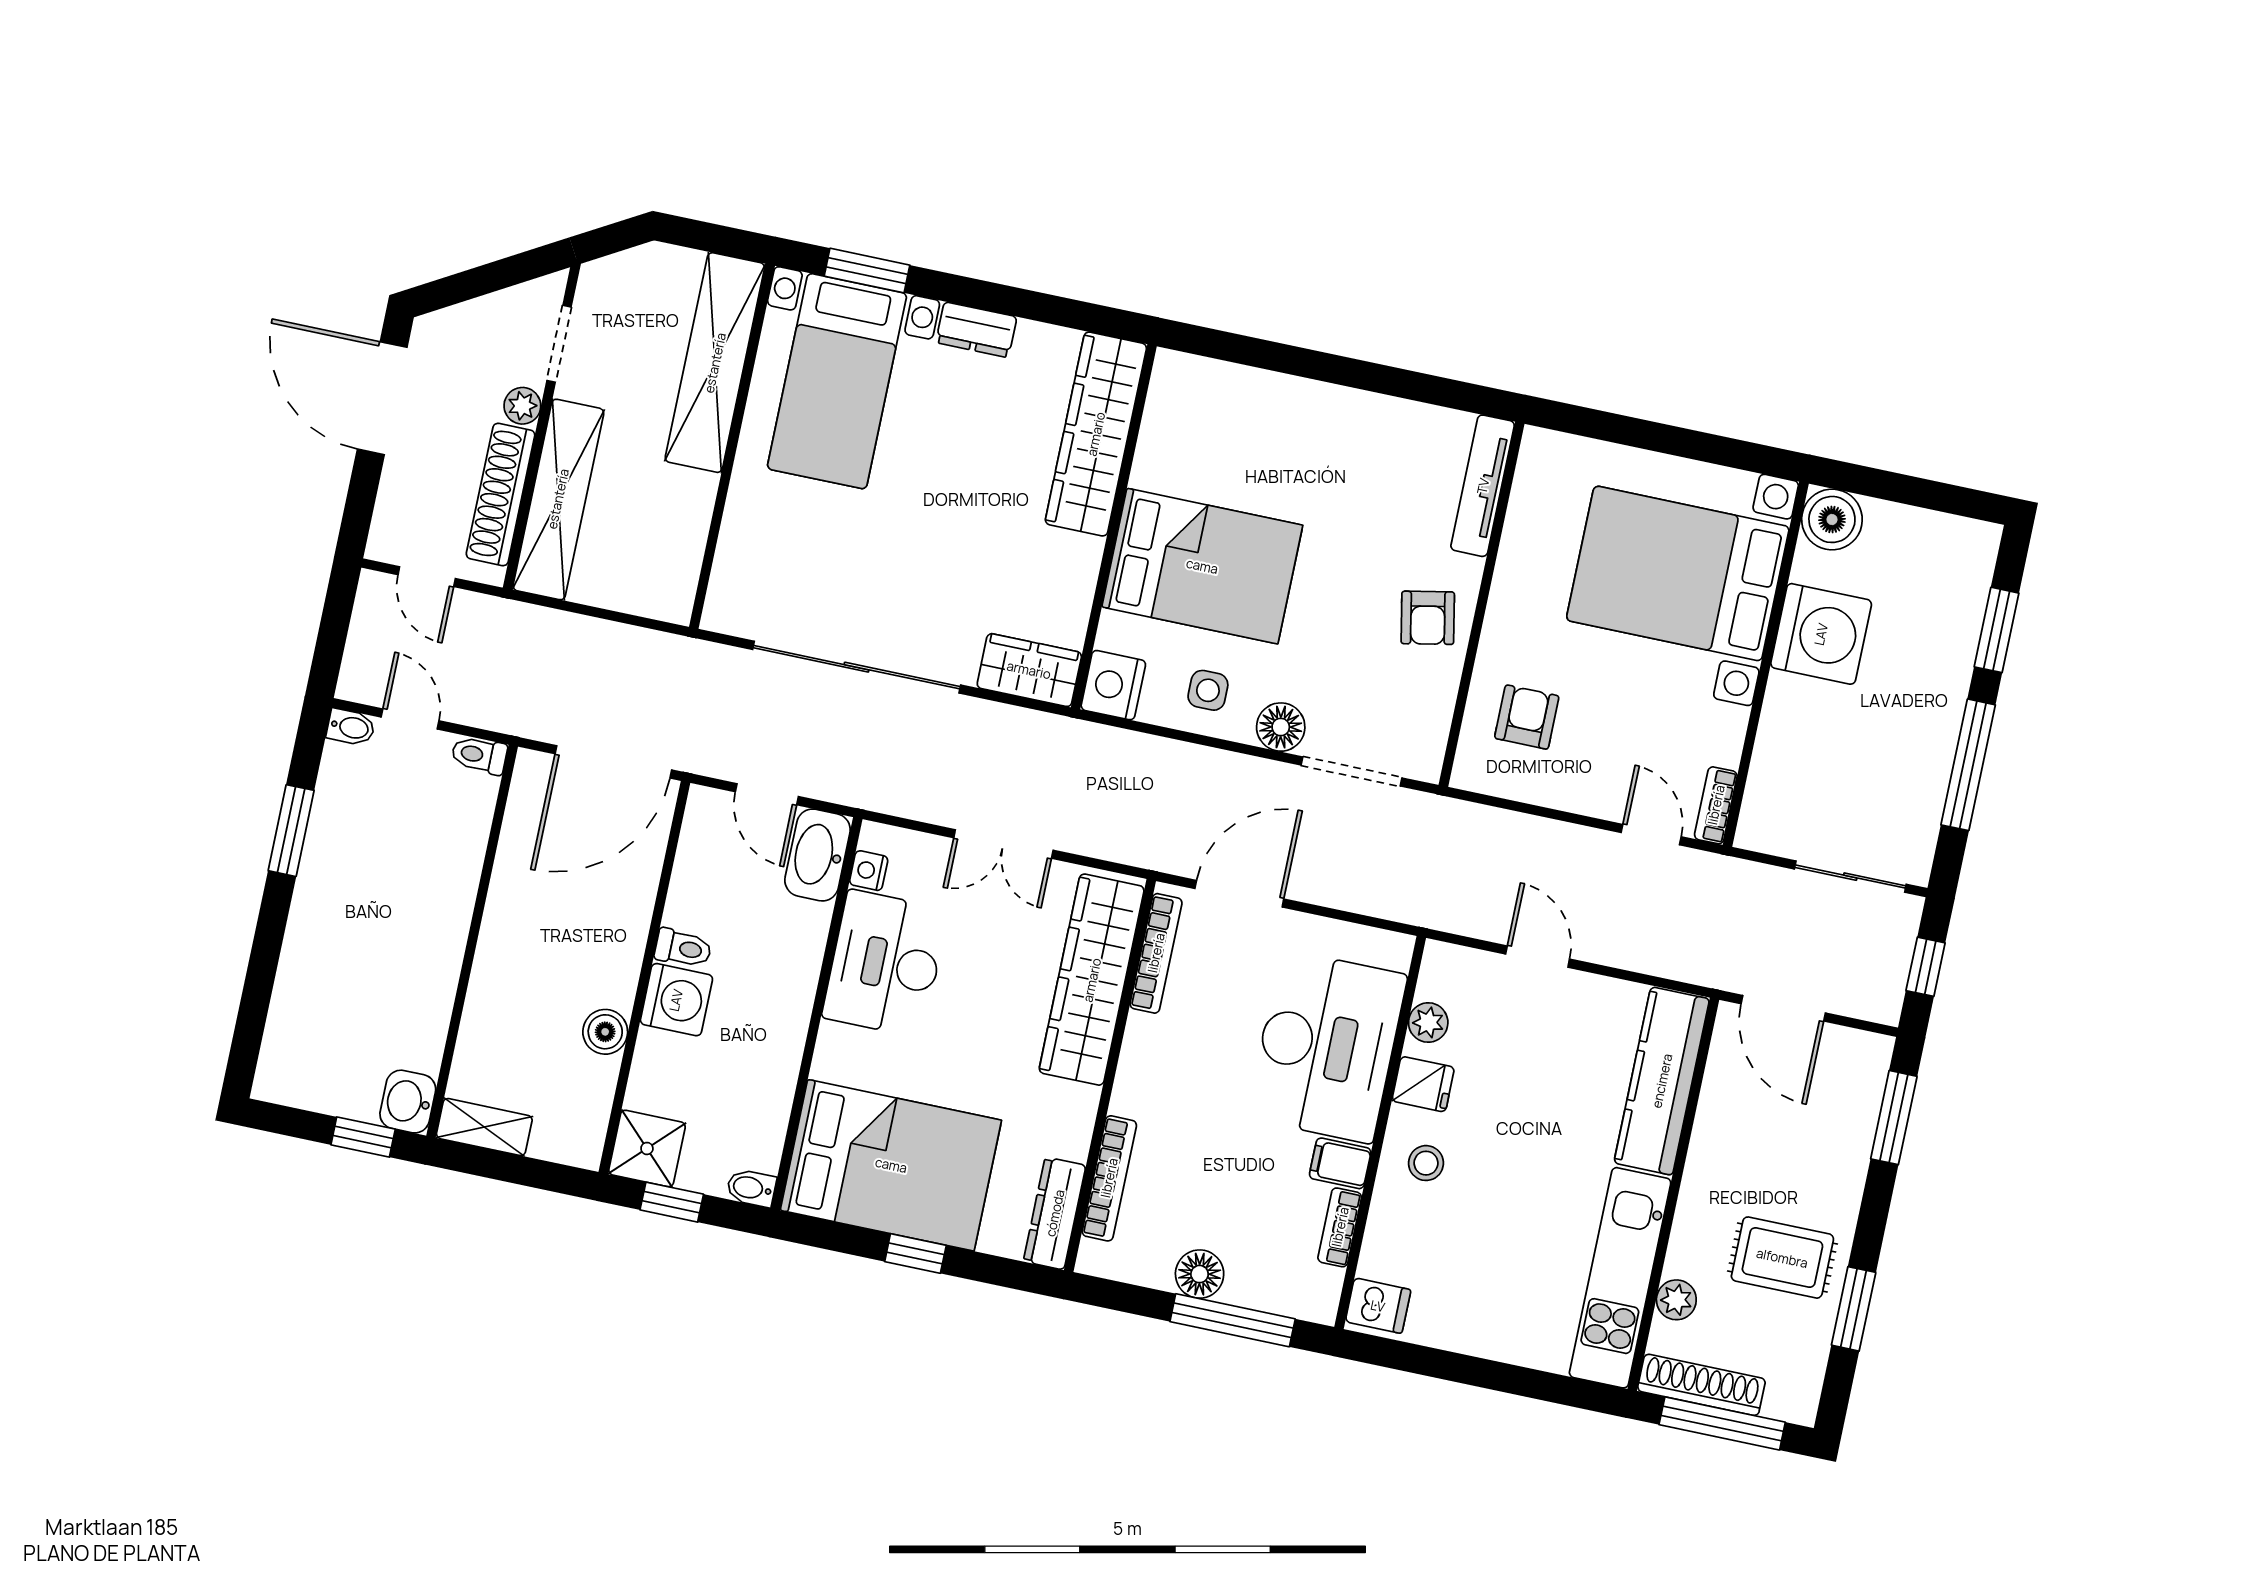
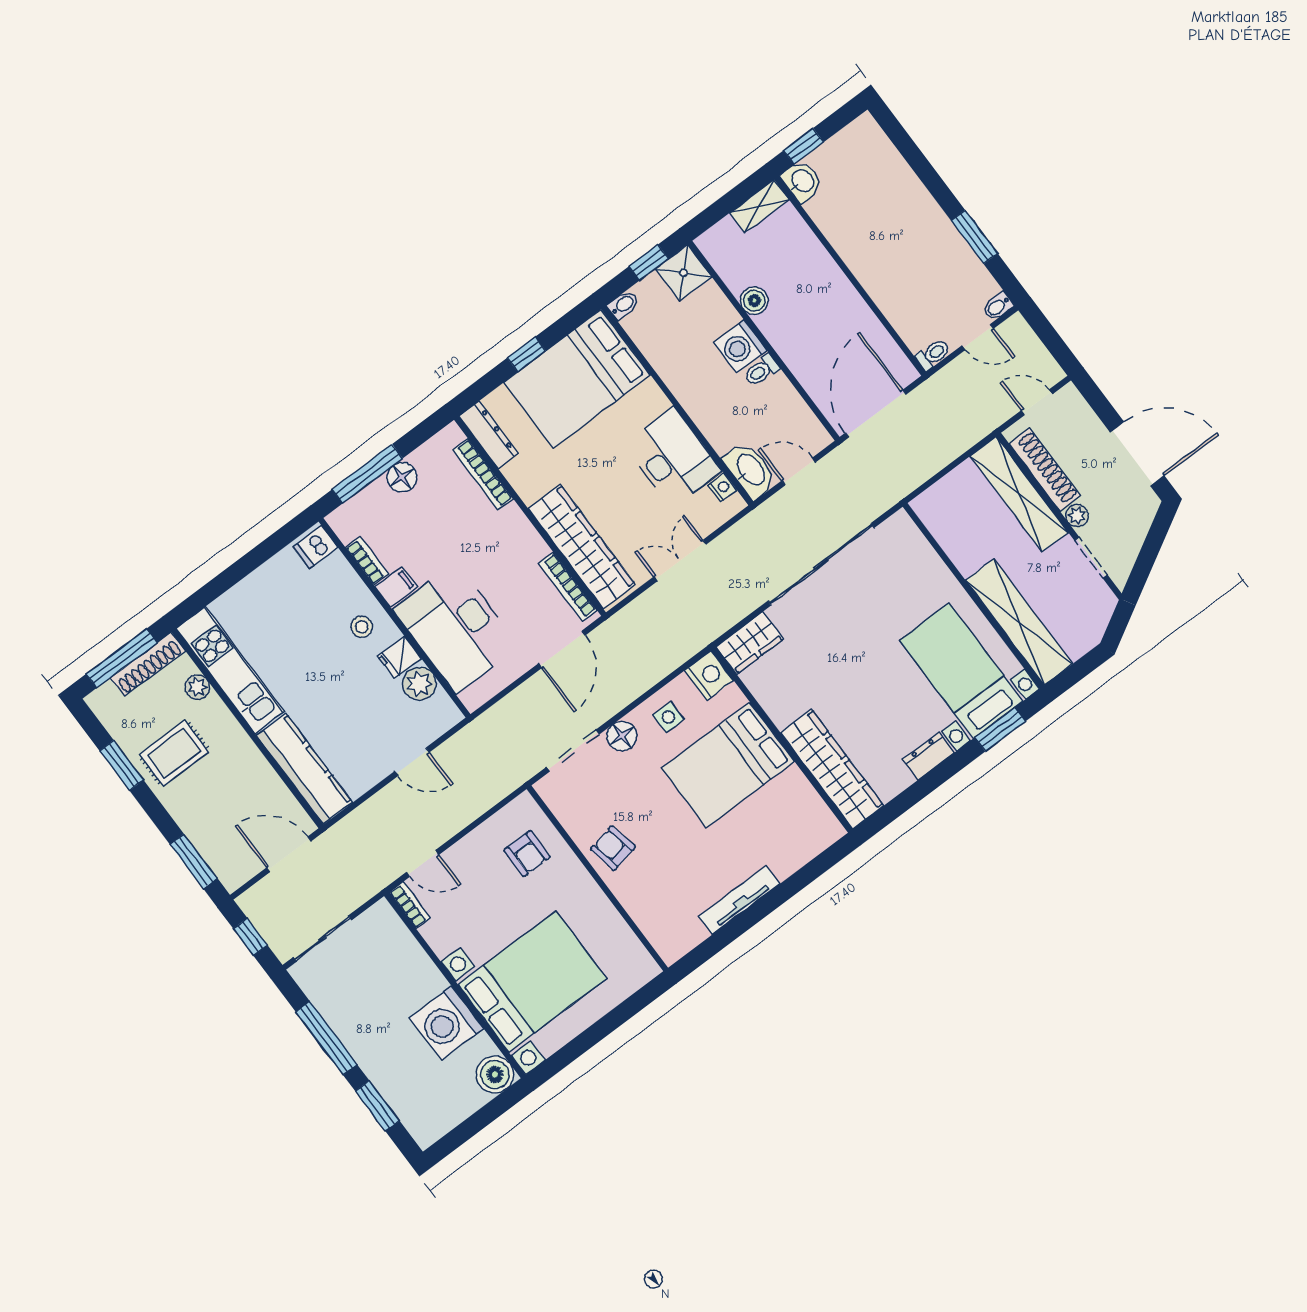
tv unit: (1483, 486) -> (739, 900), moved, turned -90
plant: (1428, 1023) -> (419, 684), width x1.38, depth x1.38

